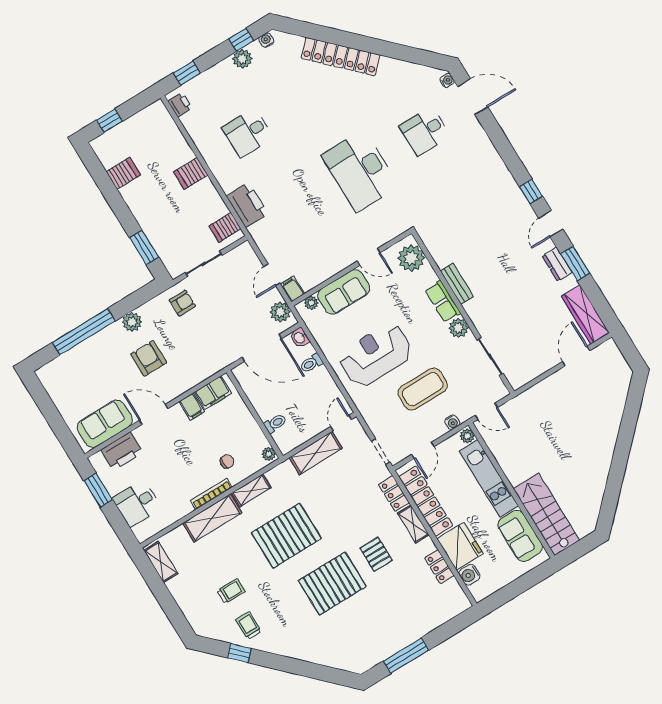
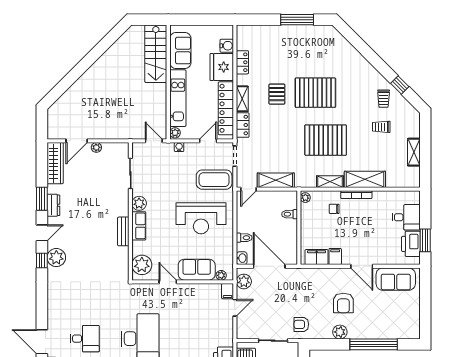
plant: (516, 205) -> (56, 258), added
plant: (548, 363) -> (96, 147), added
coffee table: (423, 389) -> (214, 180), moved
printer: (122, 451) -> (411, 244), moved, turned -90
shelving: (161, 562) -> (414, 152), moved

